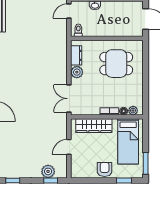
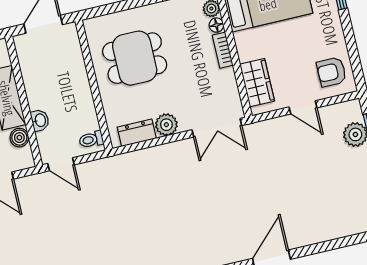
dining table: (116, 64) -> (135, 58), turned 90
wardrobe: (94, 126) -> (257, 83), width x0.67
armchair: (105, 169) -> (332, 72), moved

